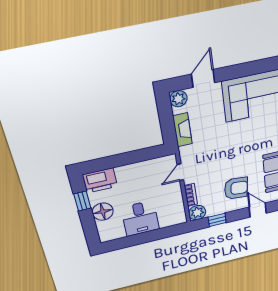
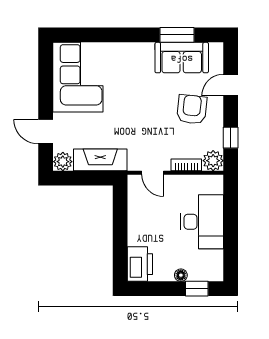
fireplace: (182, 130) -> (100, 160), width x1.37, depth x1.32
window: (82, 201) -> (197, 289), moved
floor lamp: (103, 212) -> (181, 275), width x0.53, depth x0.53
desk: (140, 218) -> (202, 222), width x1.37

